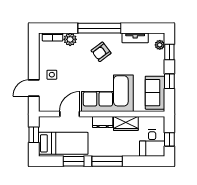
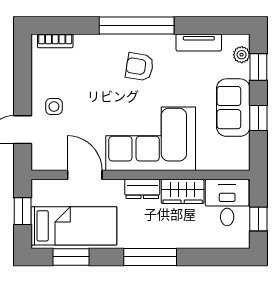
plant: (70, 39) -> (86, 45), removed
armchair: (101, 52) -> (140, 67), turned 46
sofa: (155, 93) -> (233, 108), moved
door: (70, 114) -> (85, 175), hinge flipped
desk: (152, 143) -> (227, 202), moved, turned 180
window: (74, 161) -> (71, 257), moved

